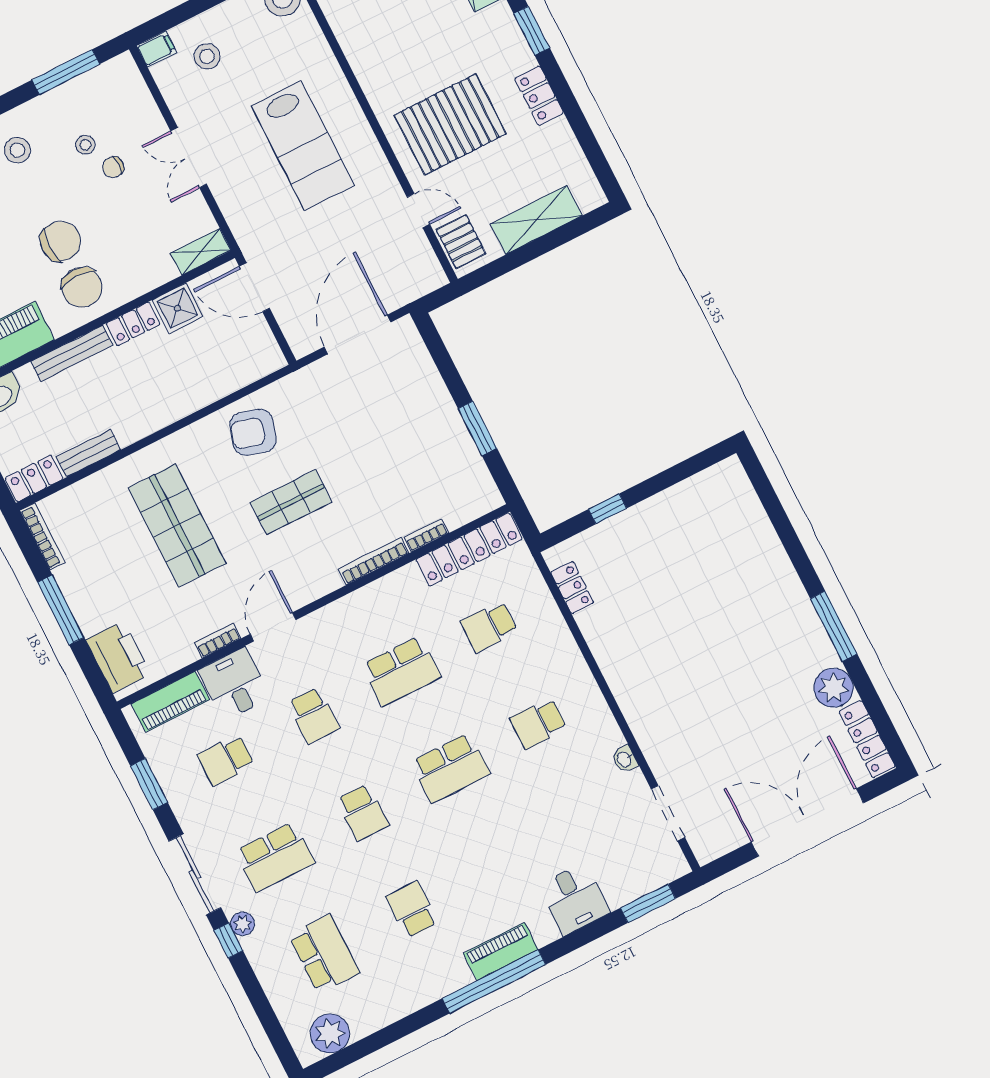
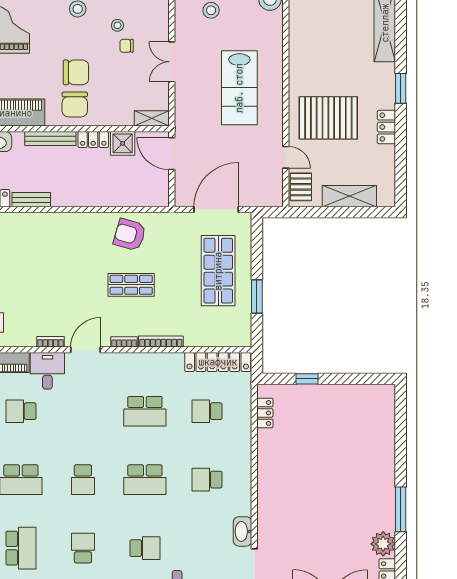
shop shelf: (177, 525) -> (218, 271), moved
bookcase: (426, 535) -> (124, 342), moved
school desk: (314, 716) -> (145, 548), moved, turned -90
washbasin: (625, 759) -> (243, 531), width x1.91, depth x1.45

